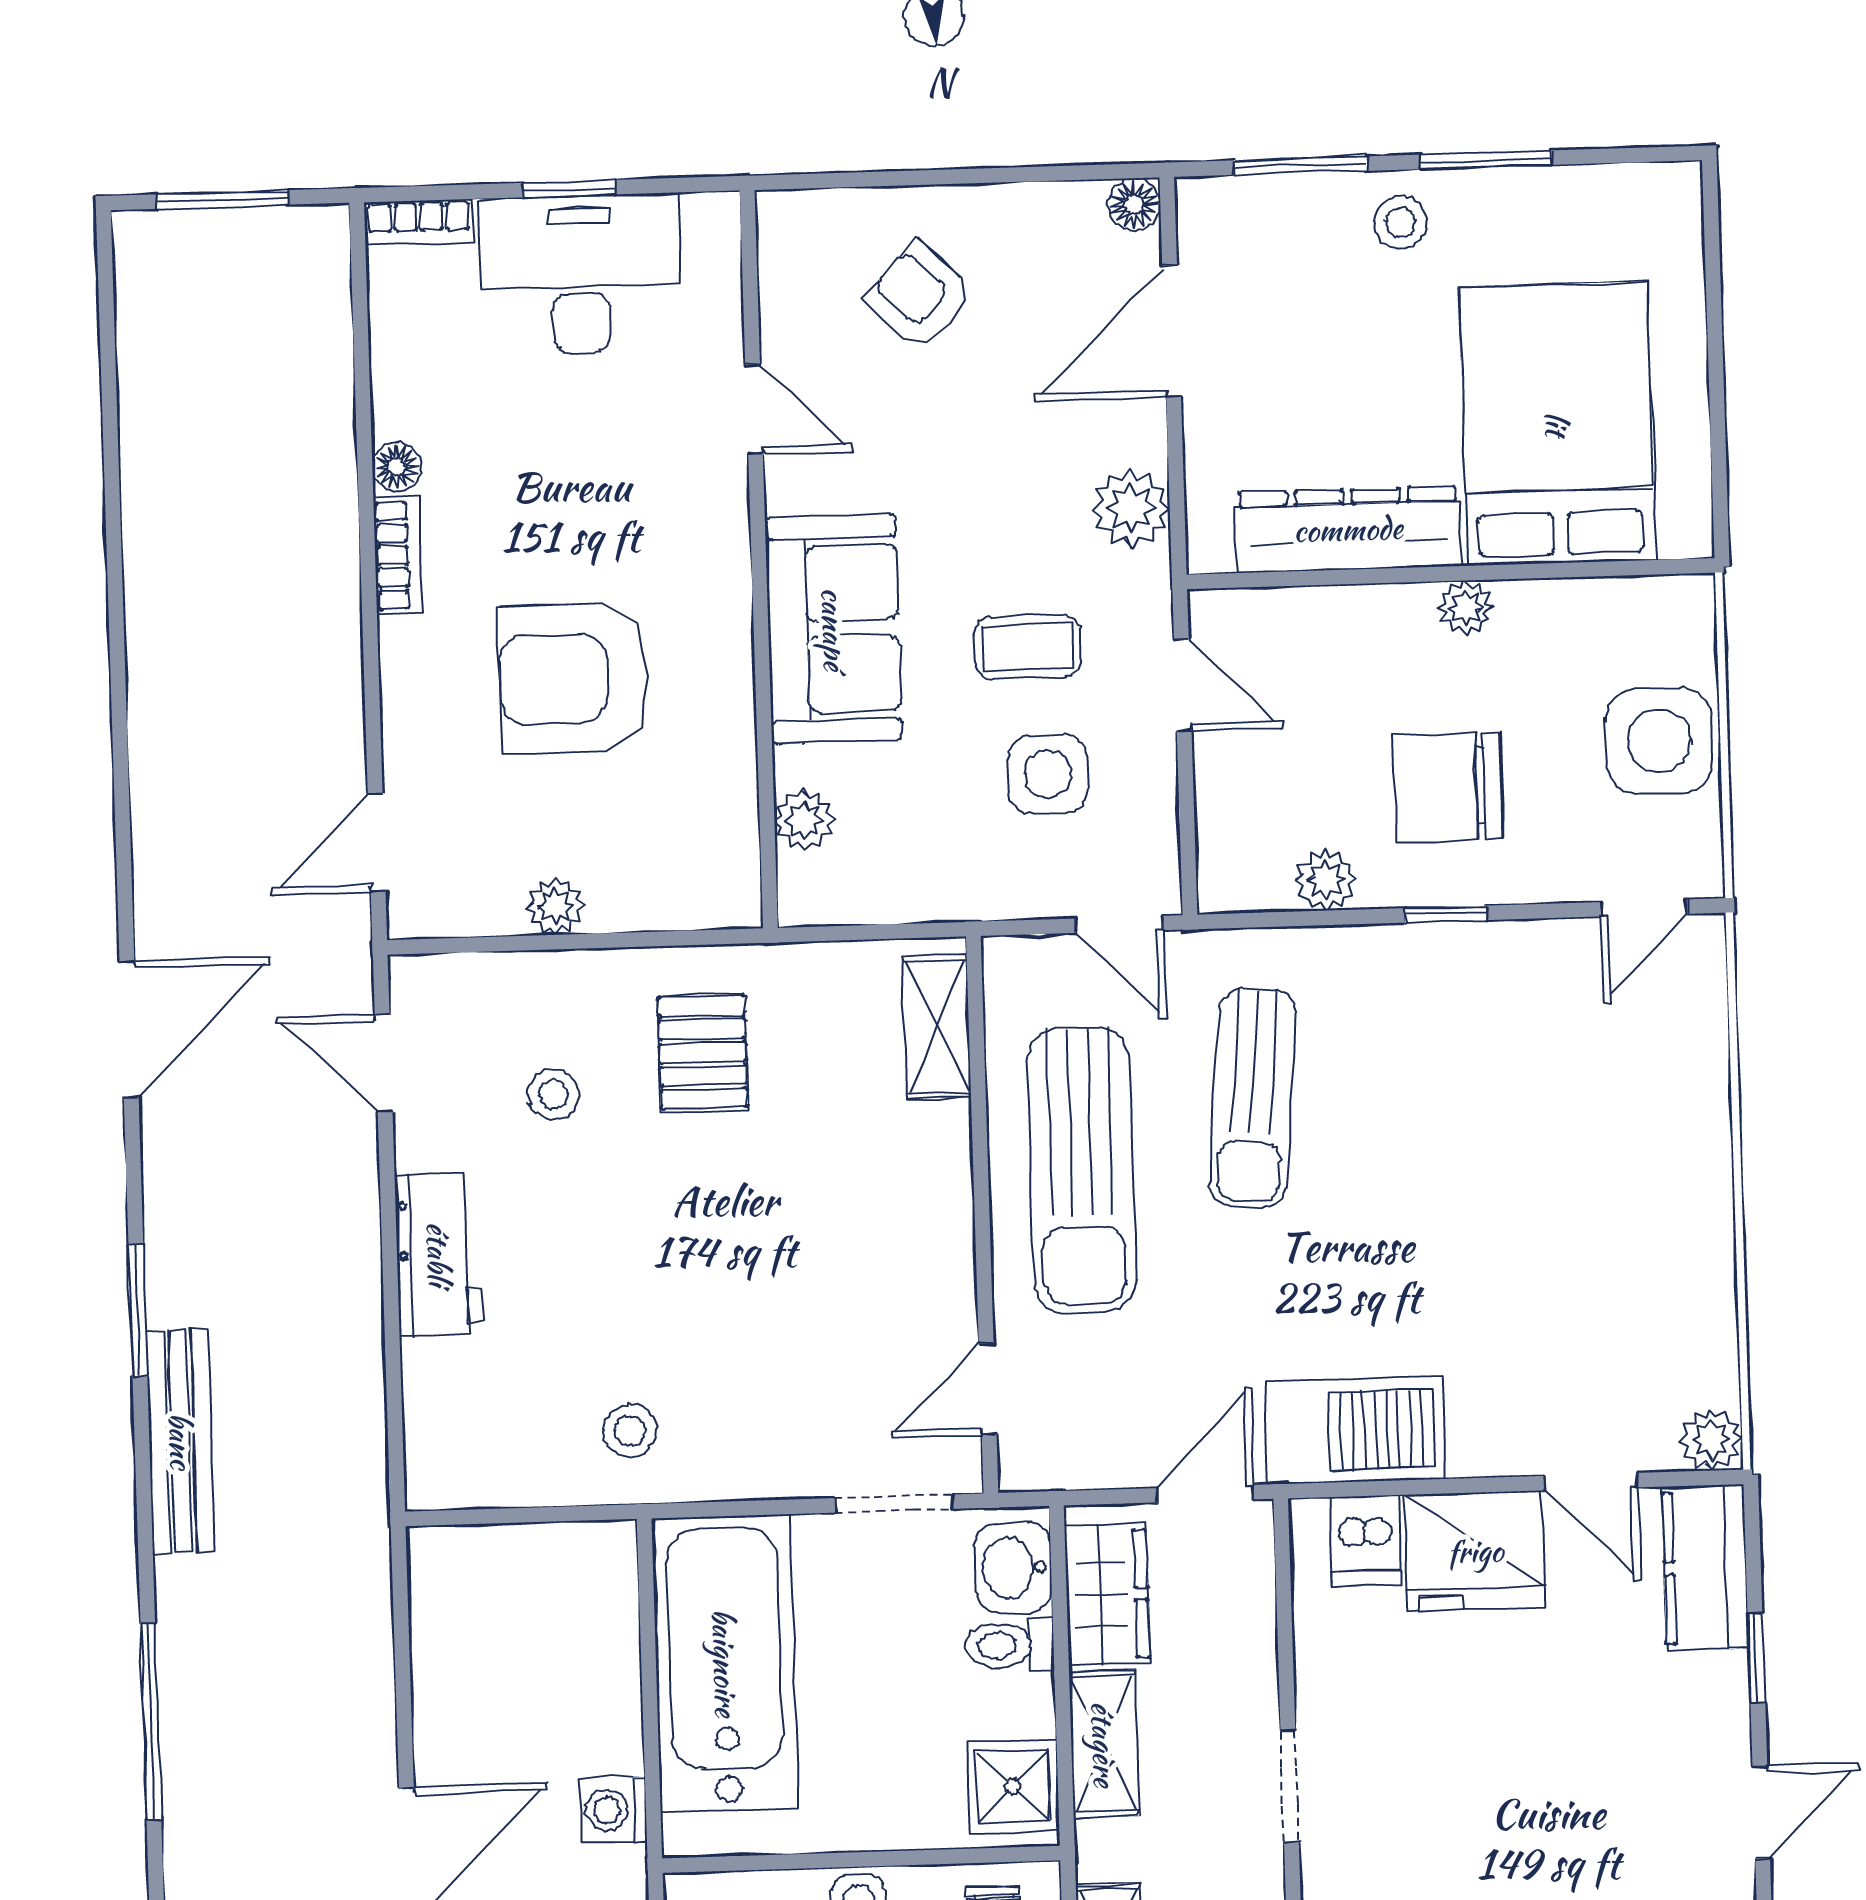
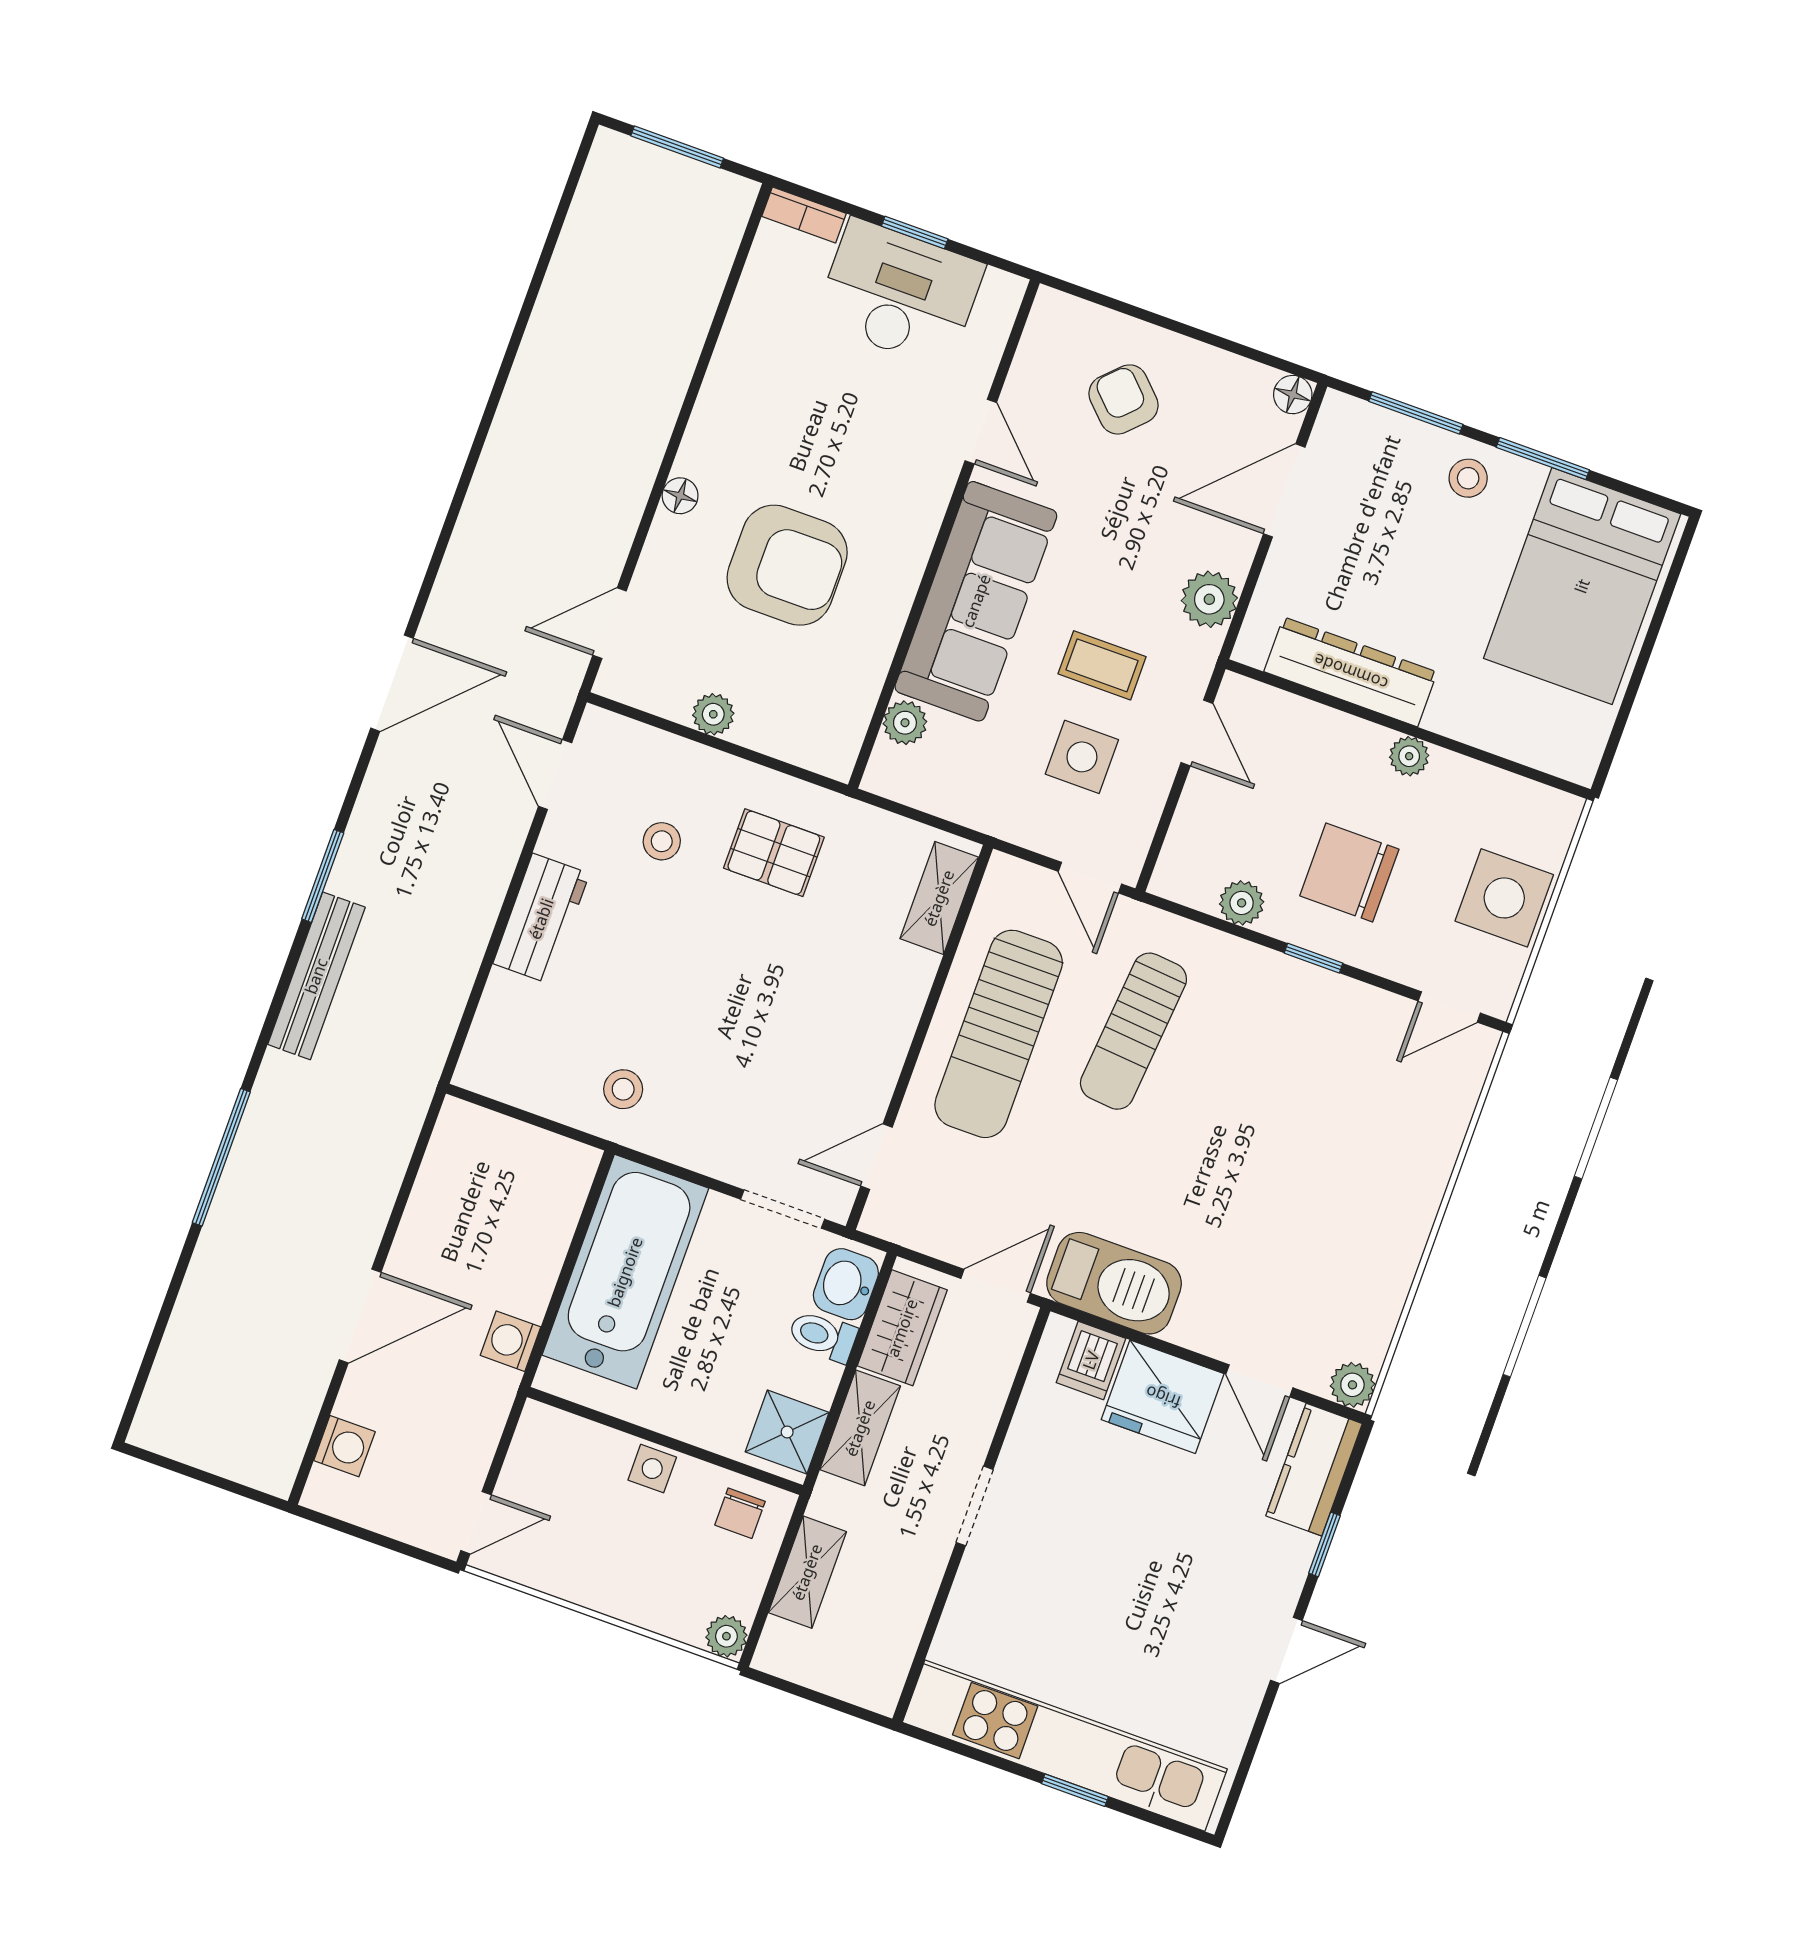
bed: (1557, 424) -> (1582, 586), moved, turned 180
floor lamp: (397, 467) -> (680, 496), moved
bookcase: (398, 555) -> (701, 435), removed
sofa: (834, 629) -> (976, 601), width x1.36
armchair: (574, 678) -> (787, 565), turned 180
pallet: (703, 1052) -> (774, 853), turned 90

